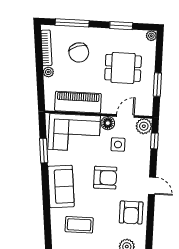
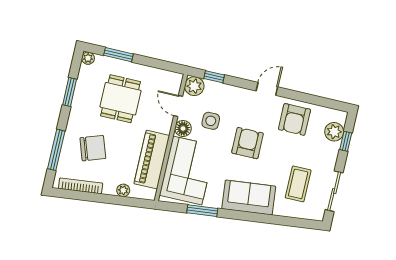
plant: (48, 72) -> (123, 190), moved
window: (157, 85) -> (118, 55), moved
armchair: (131, 212) -> (294, 119), turned 90

